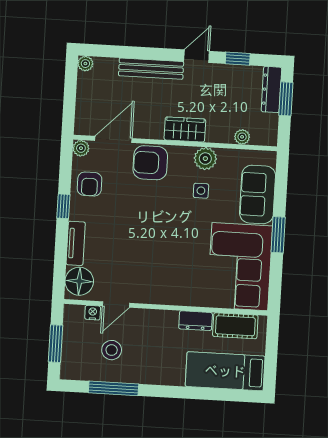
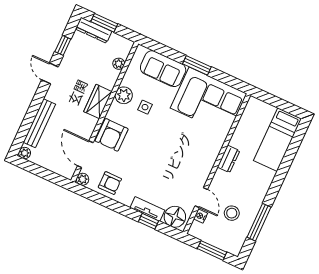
bench: (151, 69) -> (39, 123), moved
window: (63, 206) -> (149, 221), moved
dresser: (196, 321) -> (228, 159), moved
cot: (235, 326) -> (249, 120), removed

